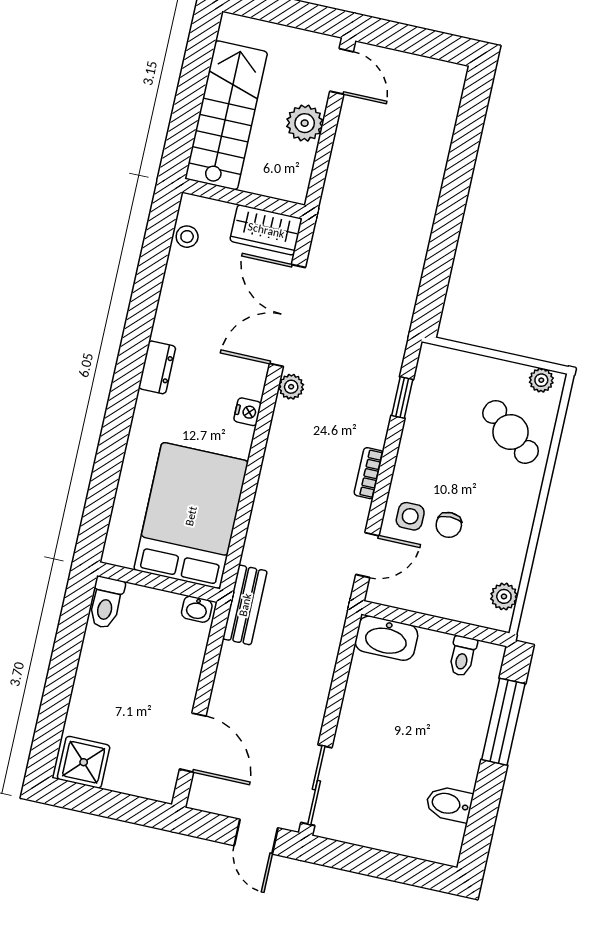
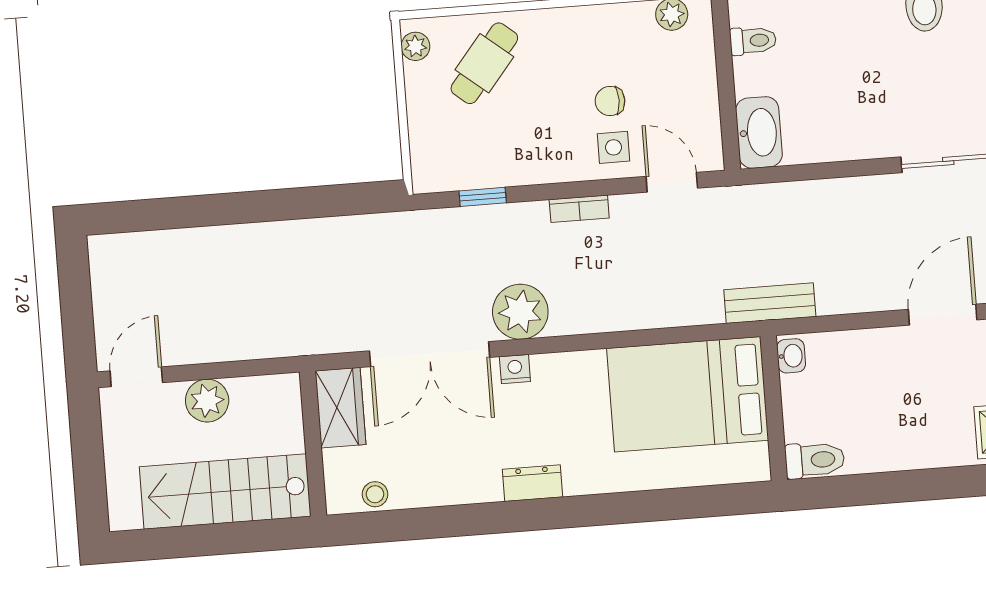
plant: (291, 387) -> (520, 312), width x1.87, depth x1.87
nightstand: (247, 412) -> (515, 369), moved
chair: (449, 525) -> (610, 101), turned 180

